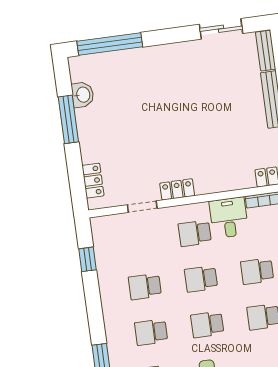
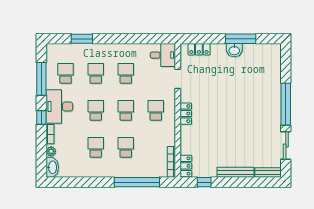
window: (110, 44) -> (286, 104), moved
washbasin: (83, 95) -> (234, 50), moved
locker: (177, 189) -> (186, 114), moved
desk: (229, 218) -> (163, 55), moved
window: (88, 259) -> (148, 39), removed

